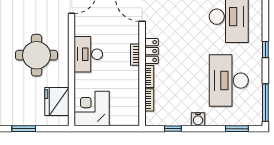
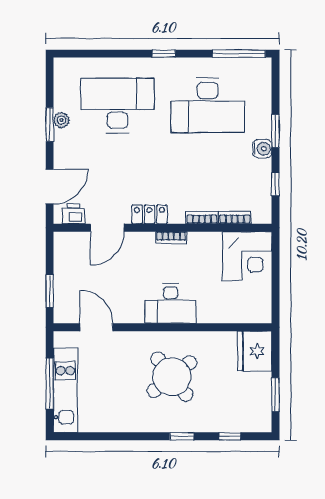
locker: (151, 51) -> (149, 214), moved
round table: (37, 55) -> (172, 377), turned -38
fridge: (57, 101) -> (255, 351), moved, turned 90
corner desk: (92, 108) -> (247, 256), moved, turned -90
window: (237, 129) -> (275, 131), moved

